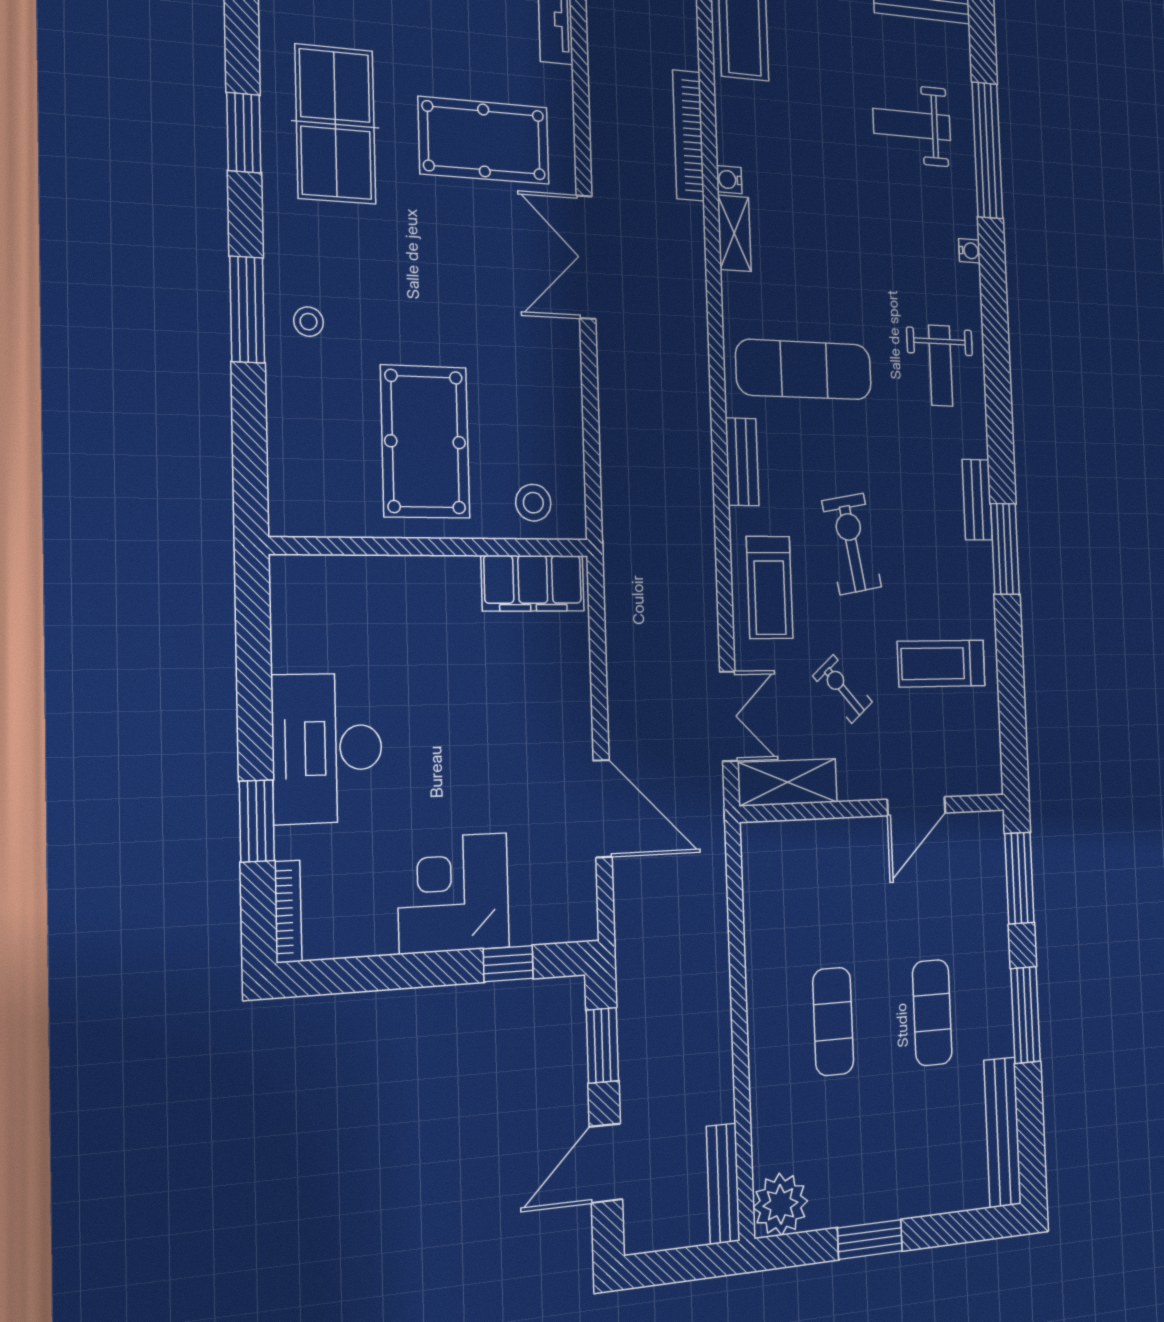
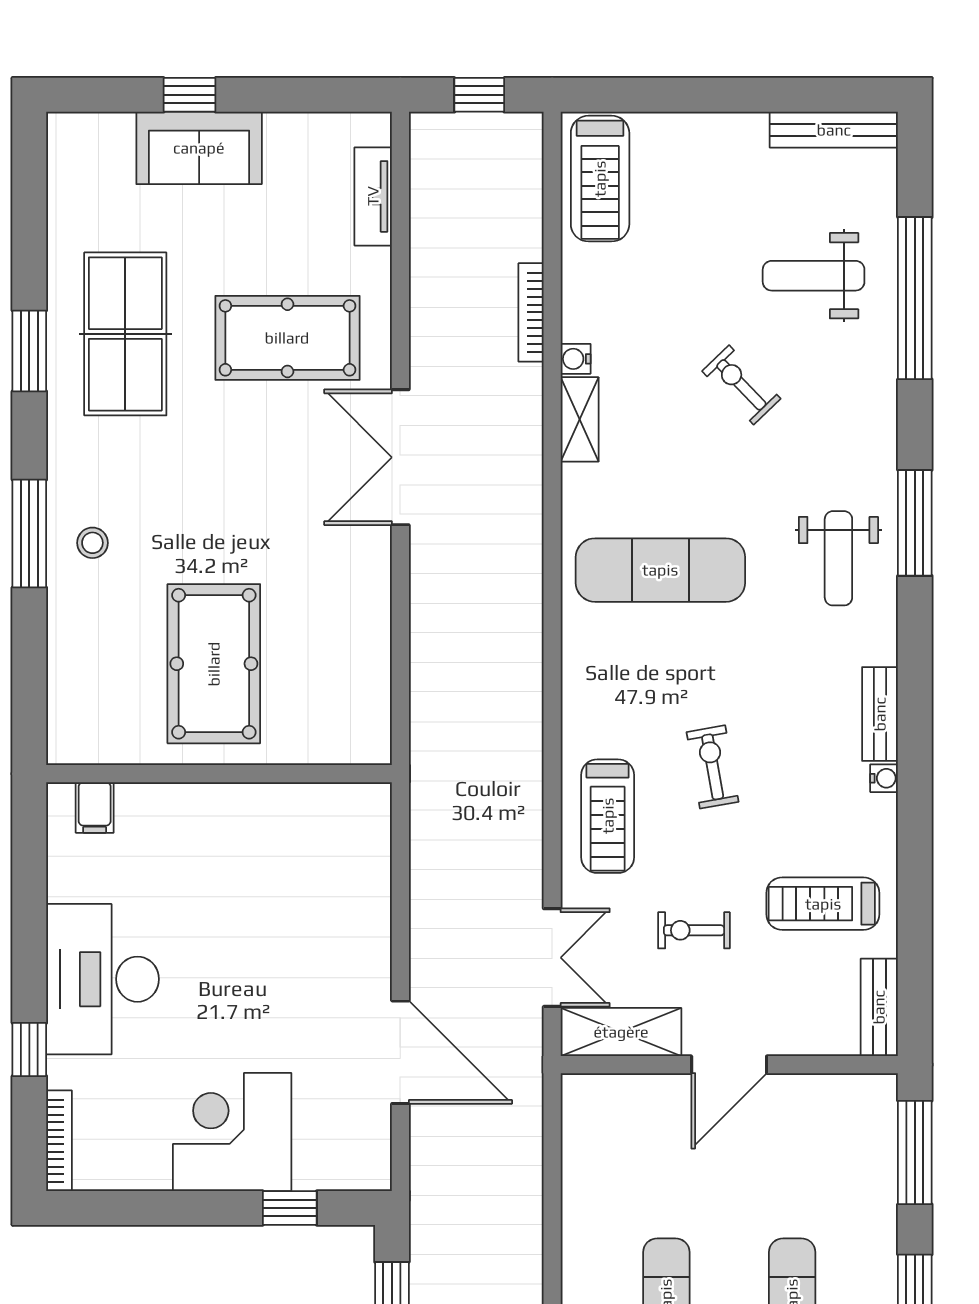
bookcase: (688, 135) -> (531, 312), width x0.68, depth x0.76
exercise bike: (861, 213) -> (741, 385), added
water cooler: (969, 251) -> (884, 778), moved
bench: (742, 462) -> (879, 1007), moved
stool: (533, 503) -> (332, 726), removed
exercise bike: (852, 544) -> (713, 767), width x0.73, depth x0.72
window: (1005, 549) -> (915, 523), moved
filing cabinet: (533, 583) -> (95, 807), moved, width x0.33, depth x0.86
exercise bike: (843, 689) -> (694, 930), turned -49
door: (916, 806) -> (729, 1065), moved
window: (257, 821) -> (29, 1049), width x0.67

